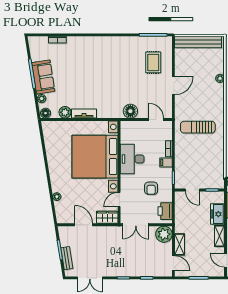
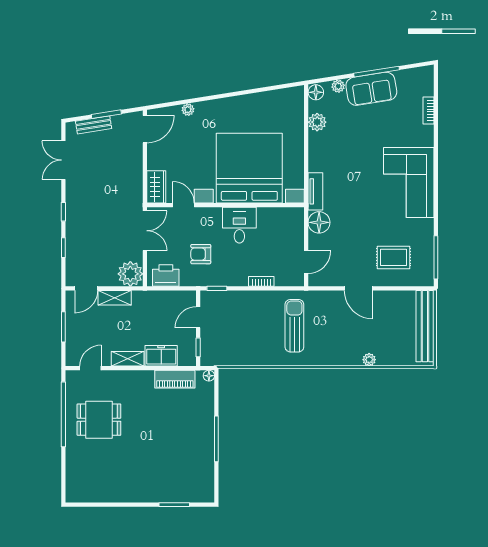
corner sofa: (104, 53) -> (409, 182), added
tv unit: (84, 113) -> (315, 191), moved
desk: (132, 159) -> (239, 225), width x0.73
filing cabinet: (166, 162) -> (240, 277), removed
door: (84, 225) -> (145, 129), moved
double door: (136, 225) -> (145, 231), swing flipped

